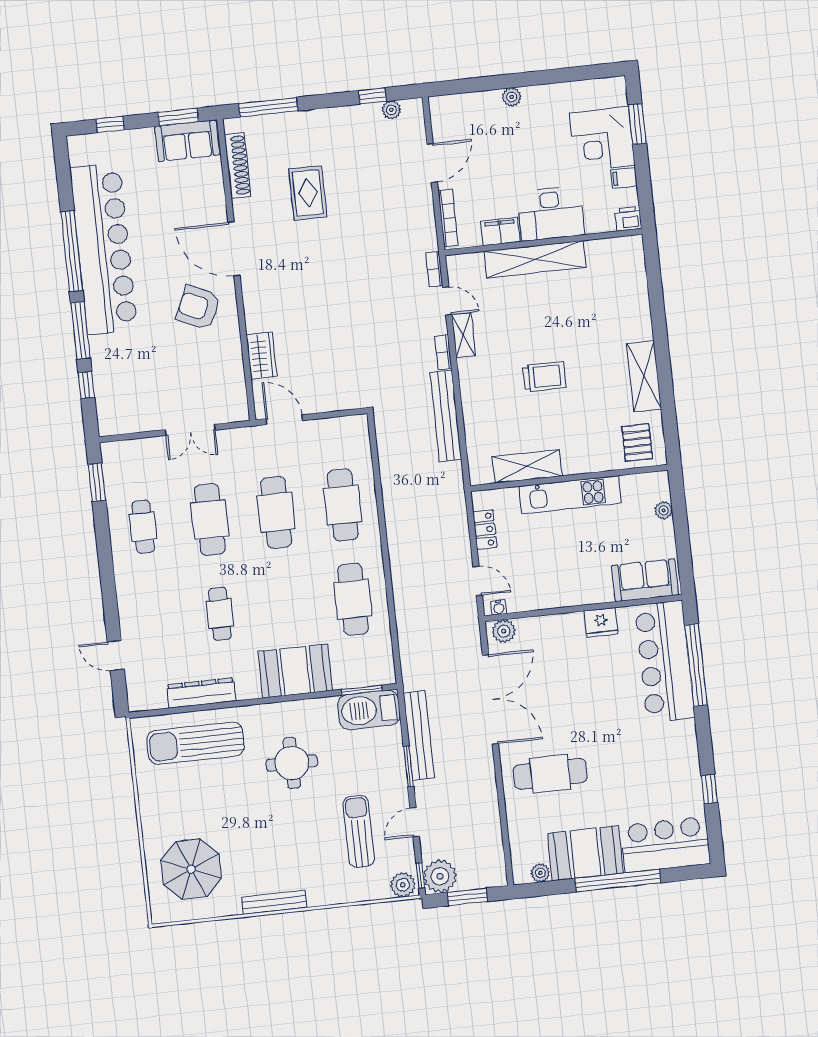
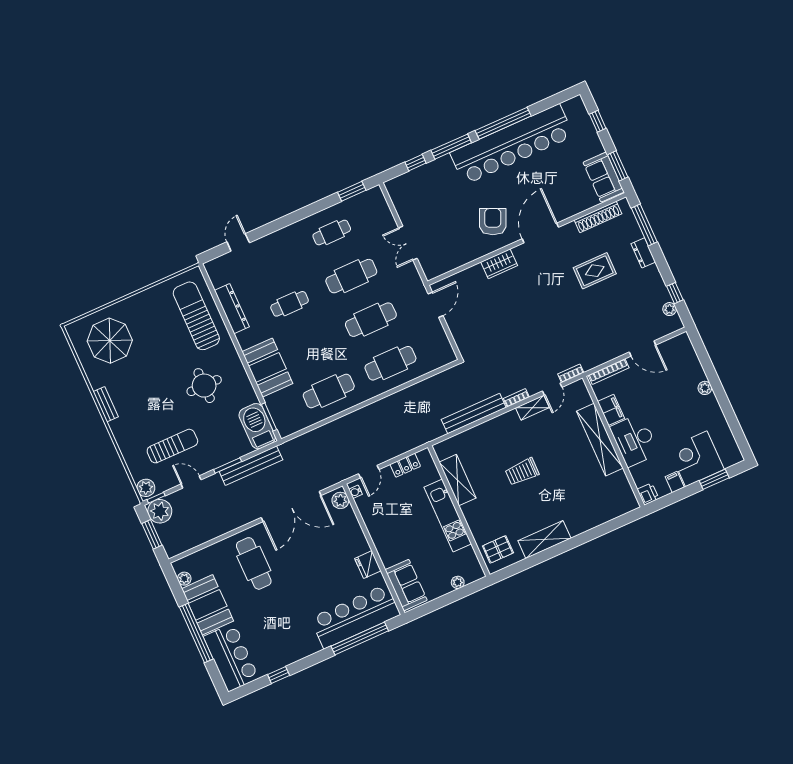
dresser: (305, 121) -> (643, 253), added
wardrobe: (261, 356) -> (499, 264), moved
trolley: (544, 377) -> (522, 472), turned 90
bench: (274, 902) -> (106, 404), width x0.73

